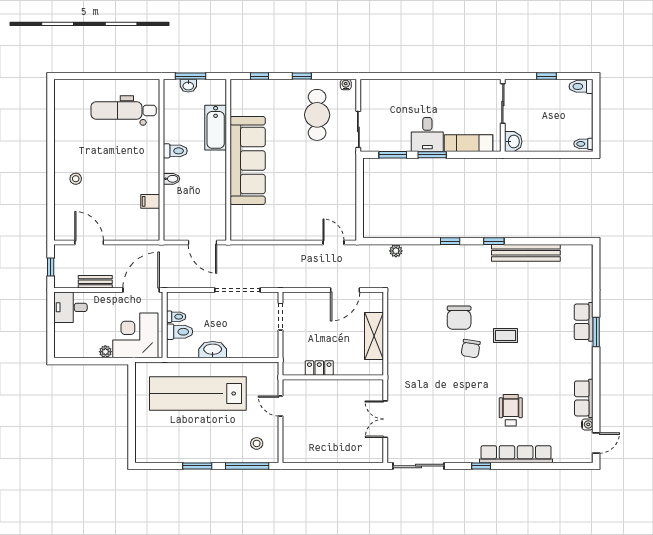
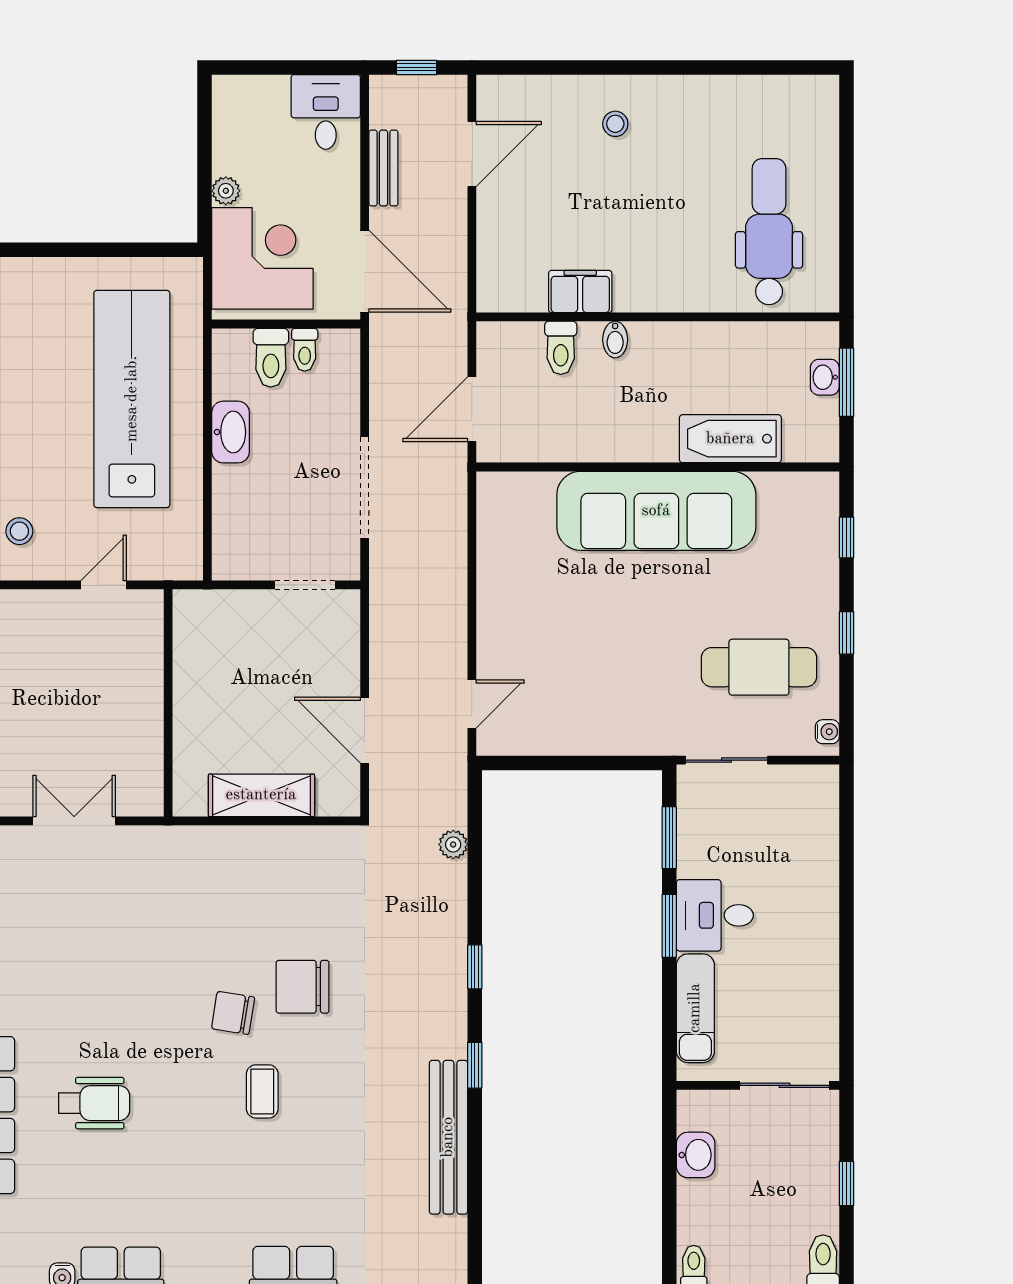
washbasin: (513, 141) -> (696, 1155), moved, turned -90
toilet: (175, 151) -> (561, 348), moved
filing cabinet: (150, 201) -> (580, 291), width x2.00
locker: (319, 368) -> (189, 672), removed

